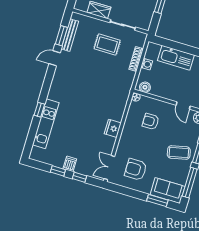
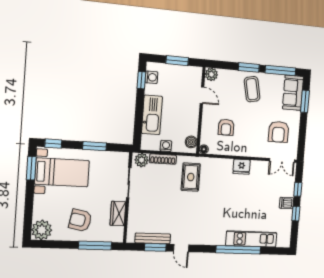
plant: (140, 40) -> (142, 160), added
rug: (107, 45) -> (191, 177), moved
door: (183, 106) -> (202, 95), hinge flipped
window: (39, 110) -> (238, 250), width x3.17

